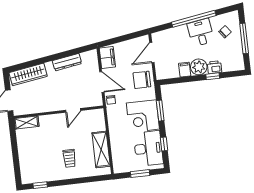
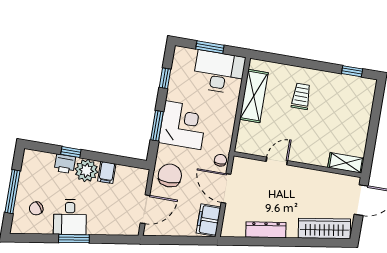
window: (194, 19) -> (74, 239), width x0.47
chair: (142, 80) -> (170, 175), turned -90
desk: (148, 148) -> (219, 72), moved, turned 90

